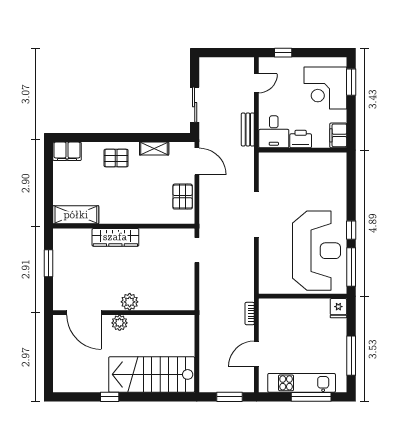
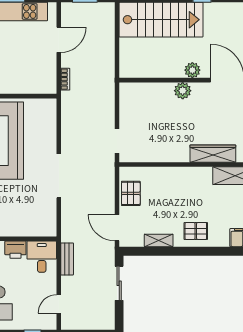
wardrobe: (115, 237) -> (213, 154), moved

